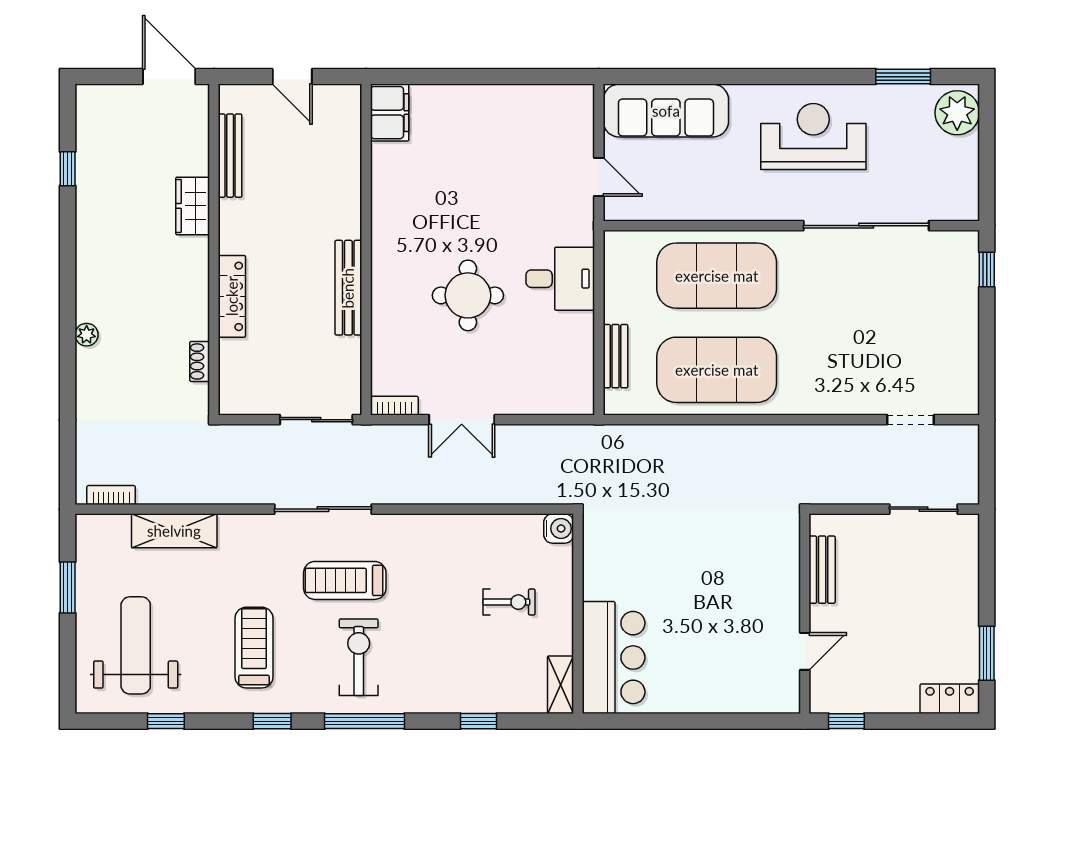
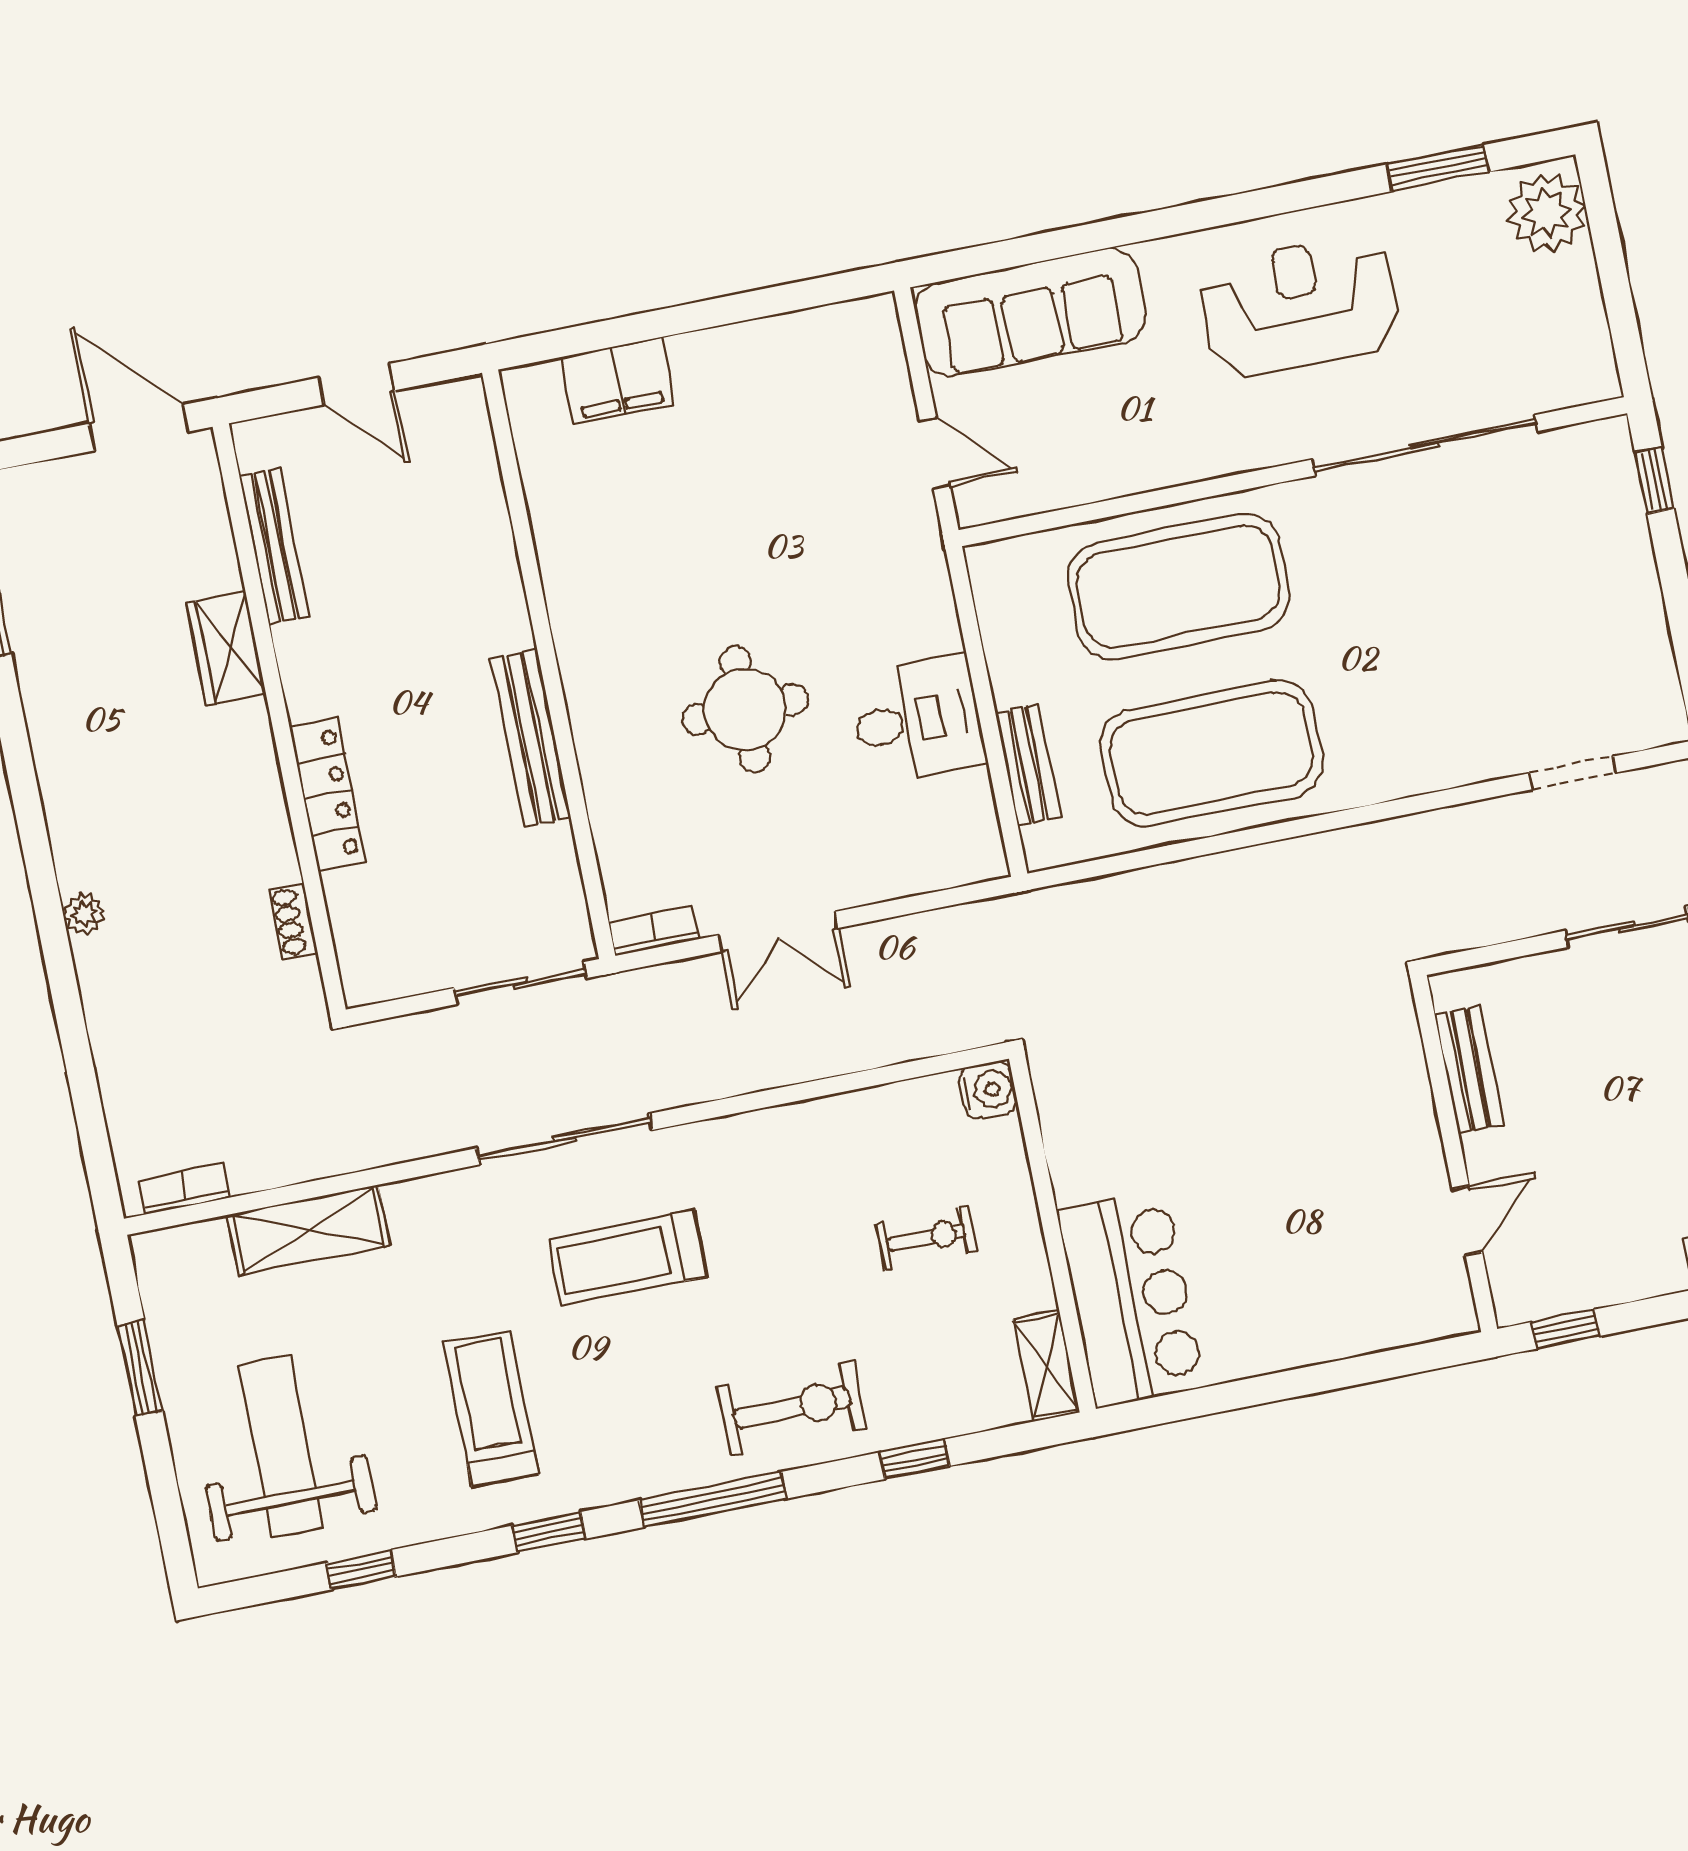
filing cabinet: (390, 113) -> (618, 381), moved, turned 90
desk: (560, 279) -> (917, 720), moved
exercise bike: (359, 657) -> (792, 1408), moved, turned 90

